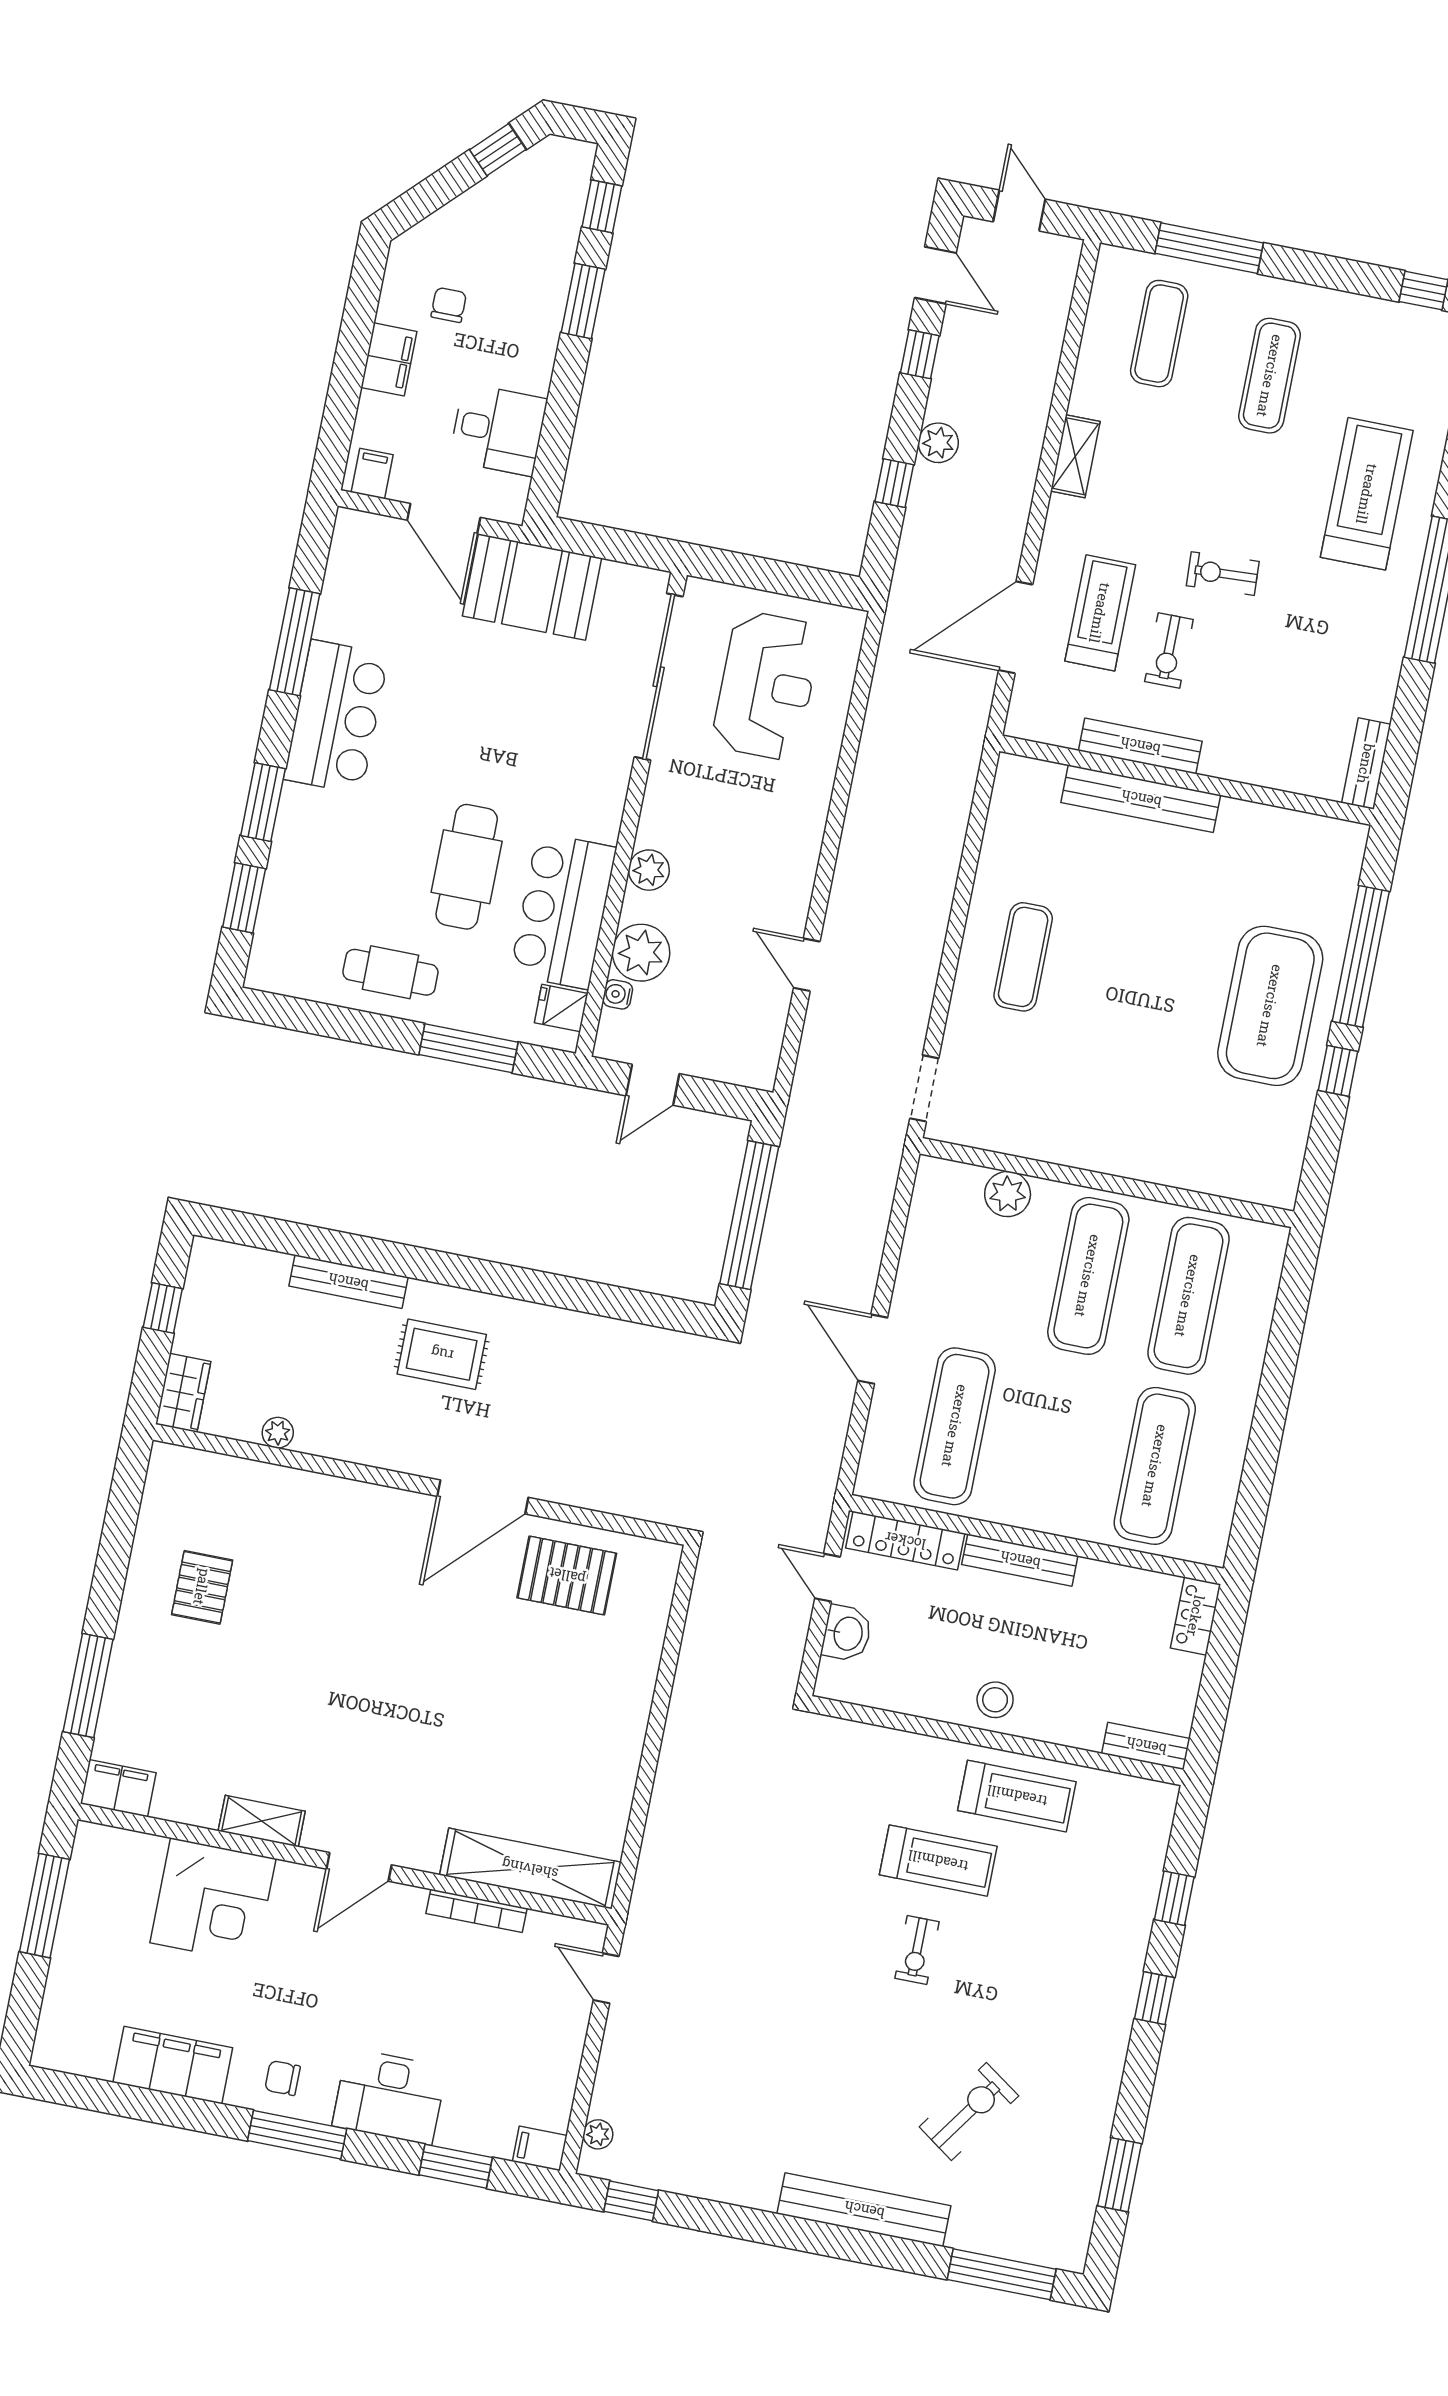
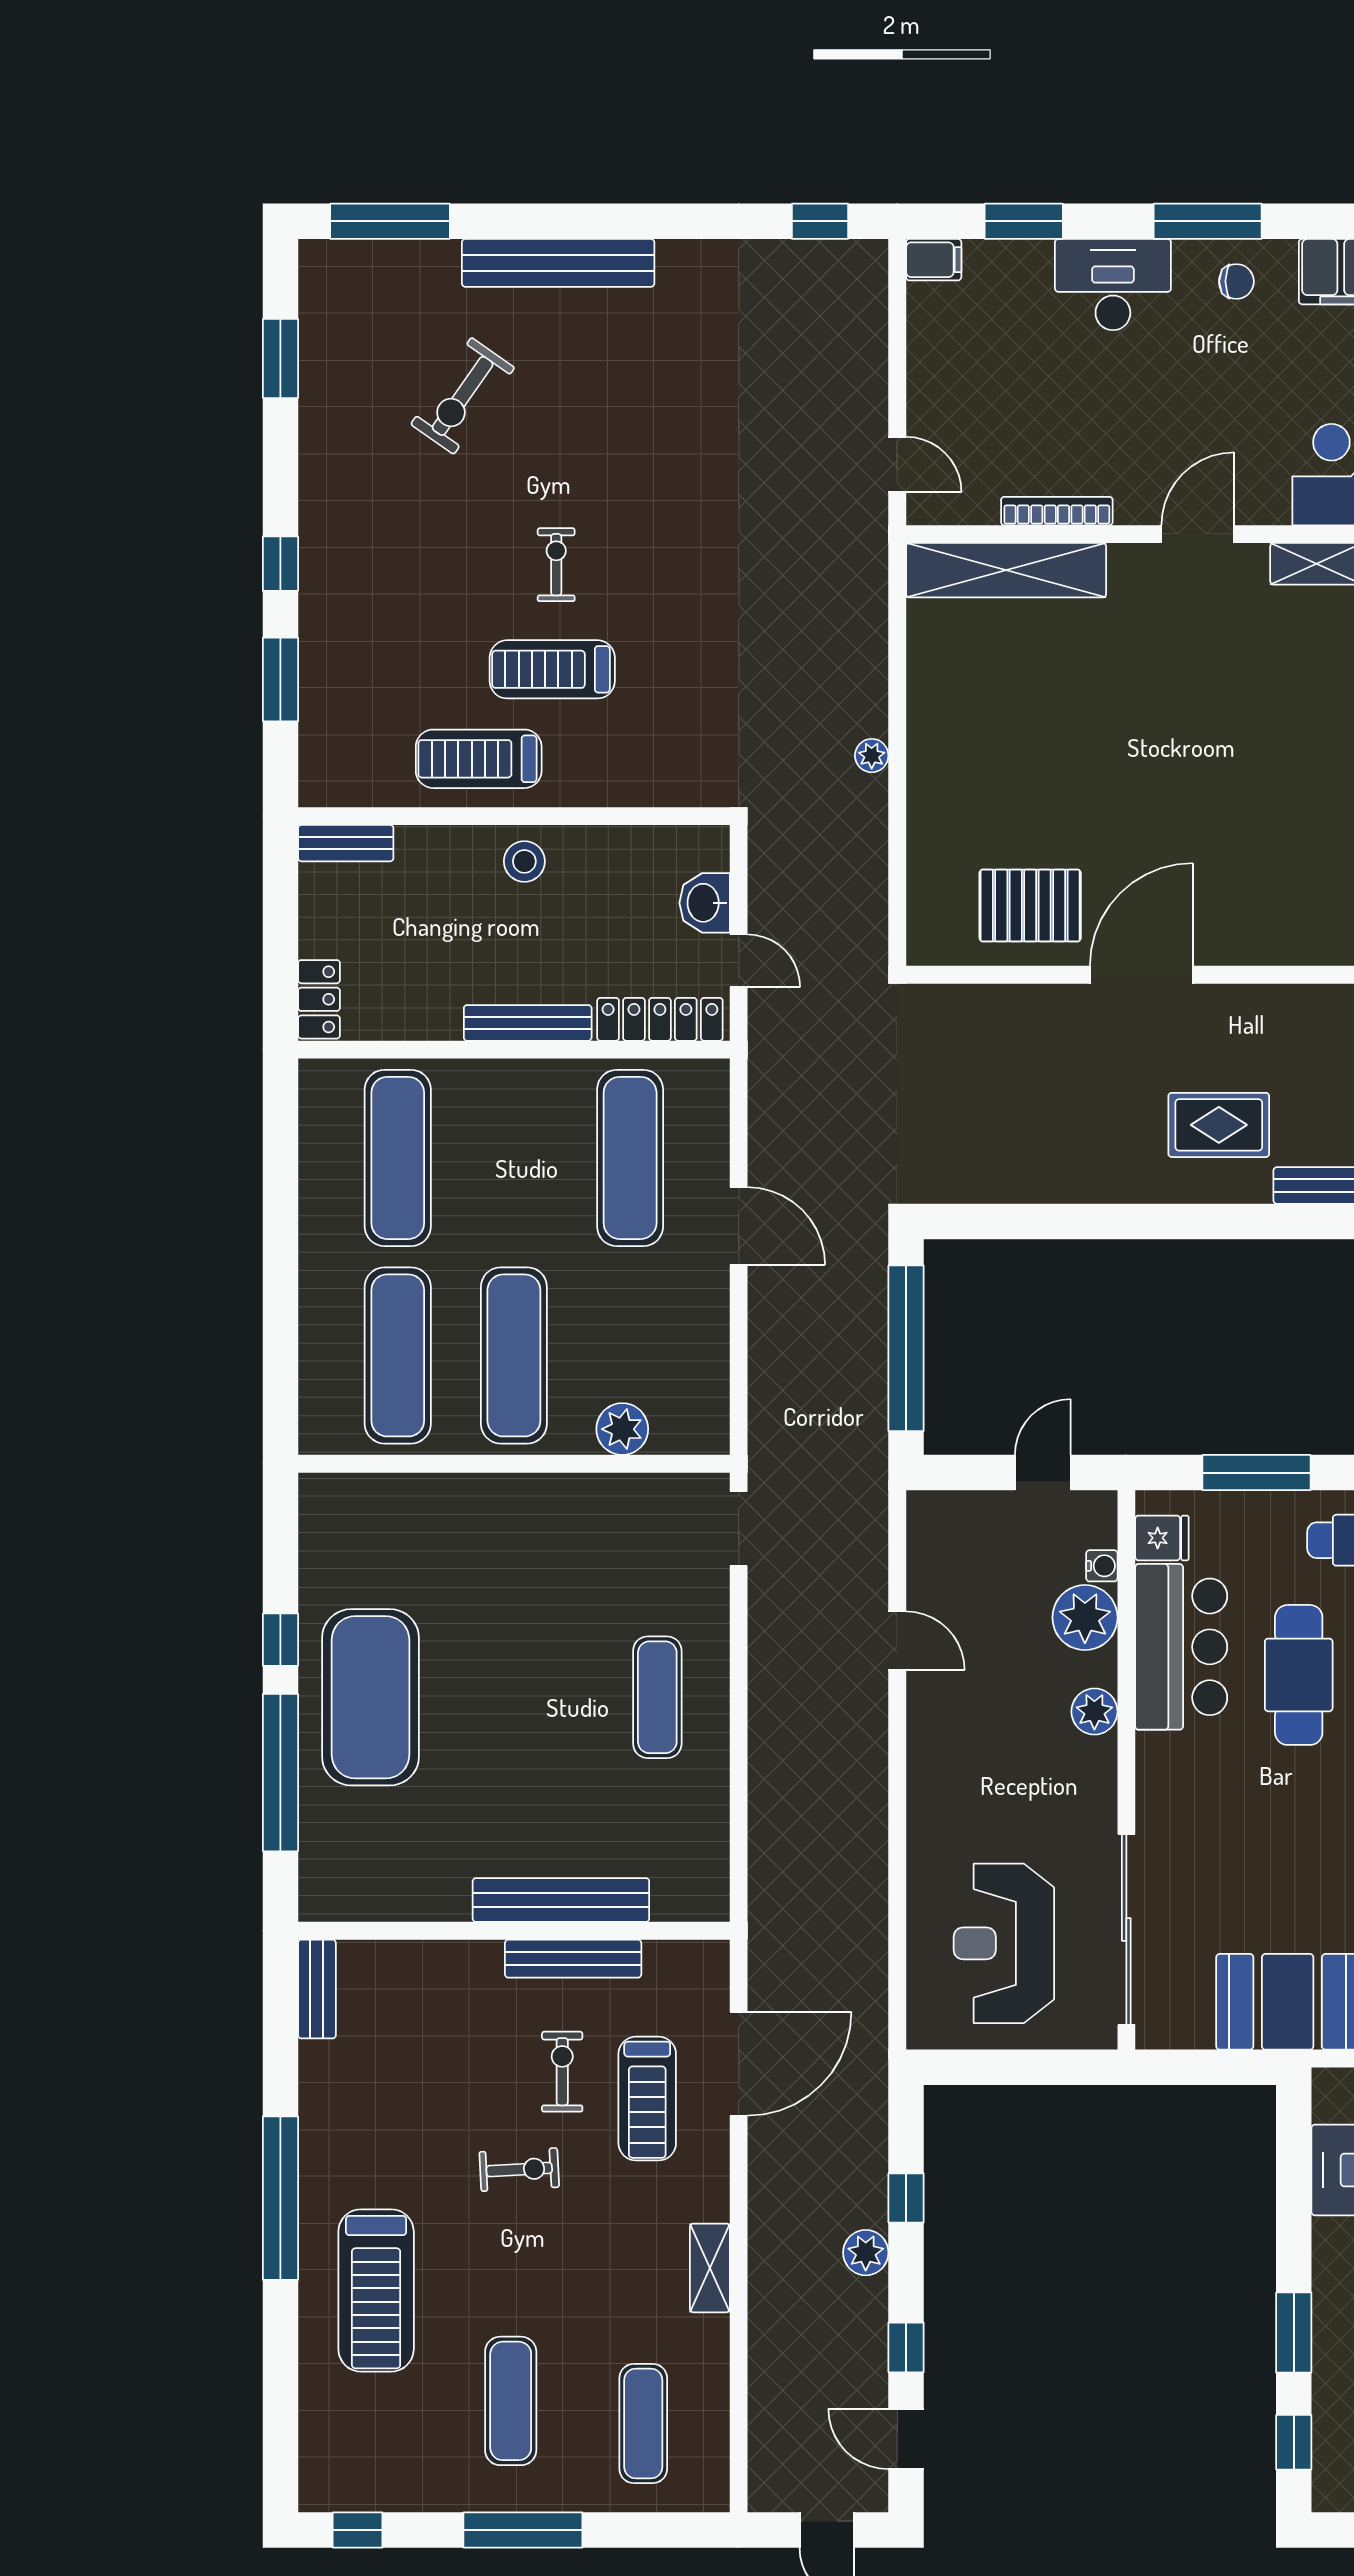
window: (1209, 248) -> (523, 2530), moved
window: (1174, 1898) -> (280, 679), width x1.50
plant: (598, 2134) -> (872, 756), moved

